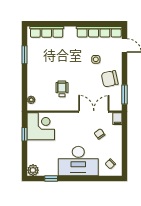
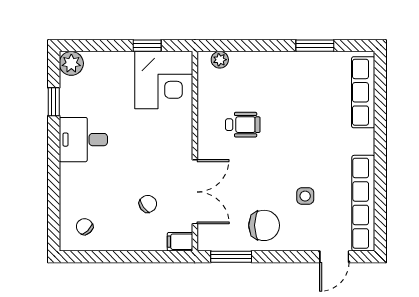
chair: (110, 79) -> (264, 225), turned 102
desk: (78, 161) -> (83, 140), width x0.53, depth x0.77

